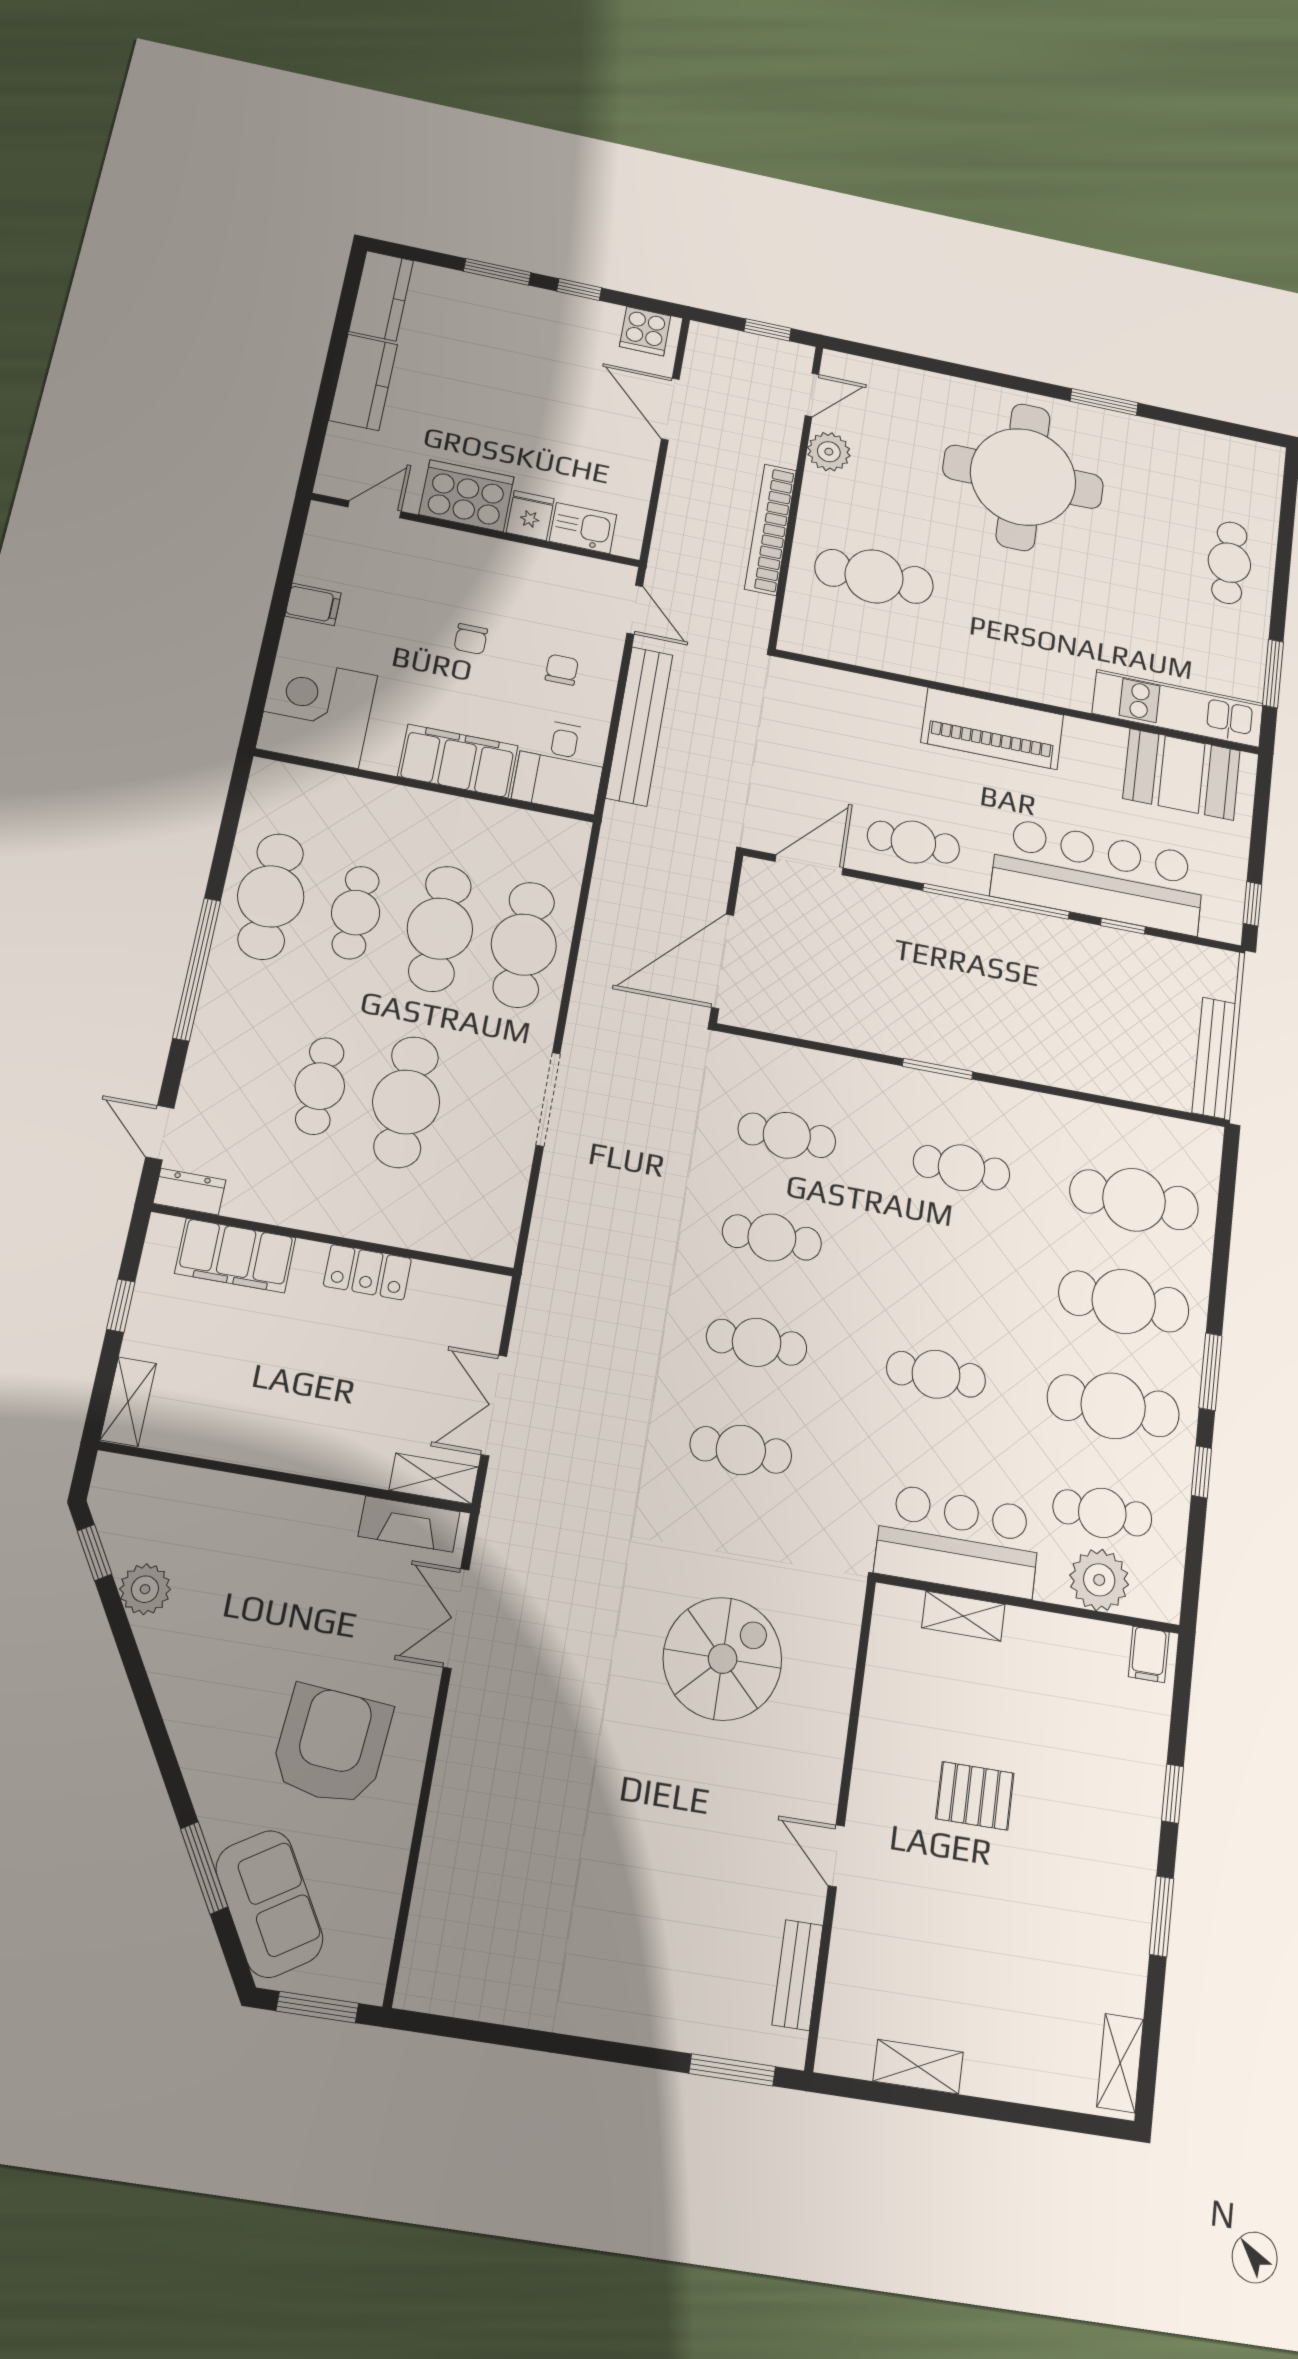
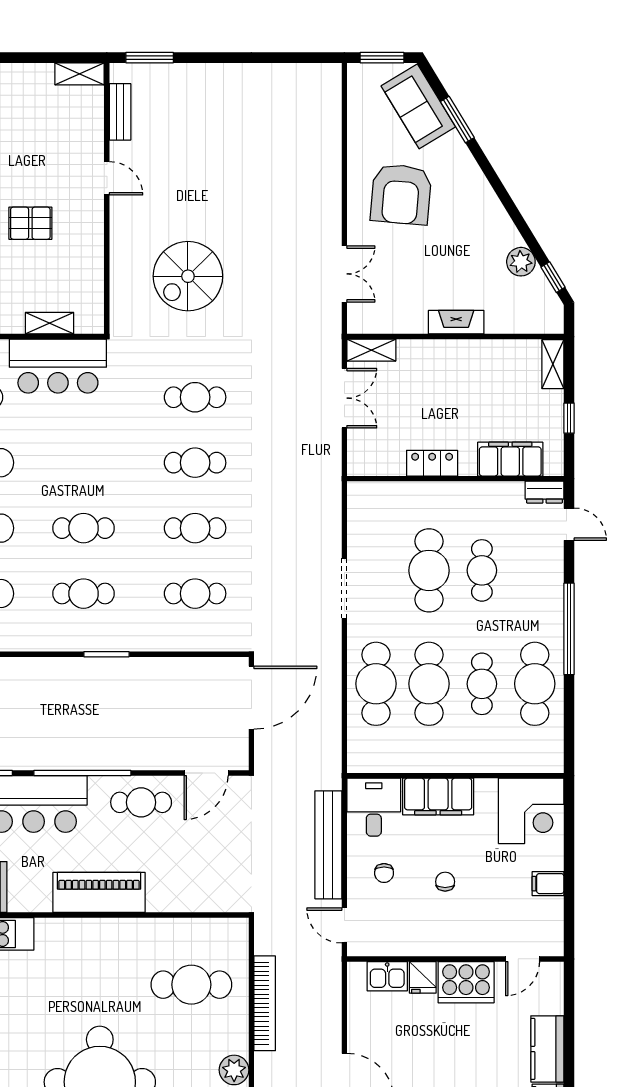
cafe table: (936, 1374) -> (84, 528), moved
fireplace: (409, 1524) -> (456, 322), moved
shelving: (918, 2067) -> (80, 74), moved

